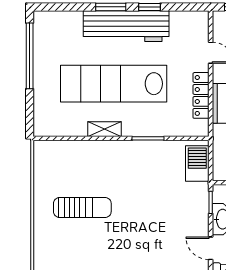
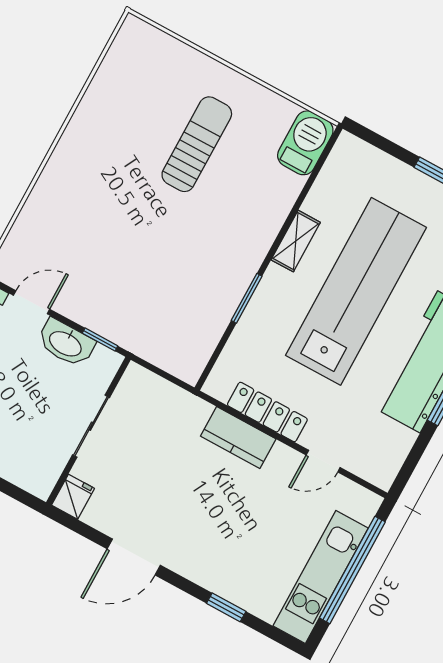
barbecue: (197, 163) -> (305, 143), moved, turned -90
sun lounger: (82, 207) -> (197, 144), turned 180

